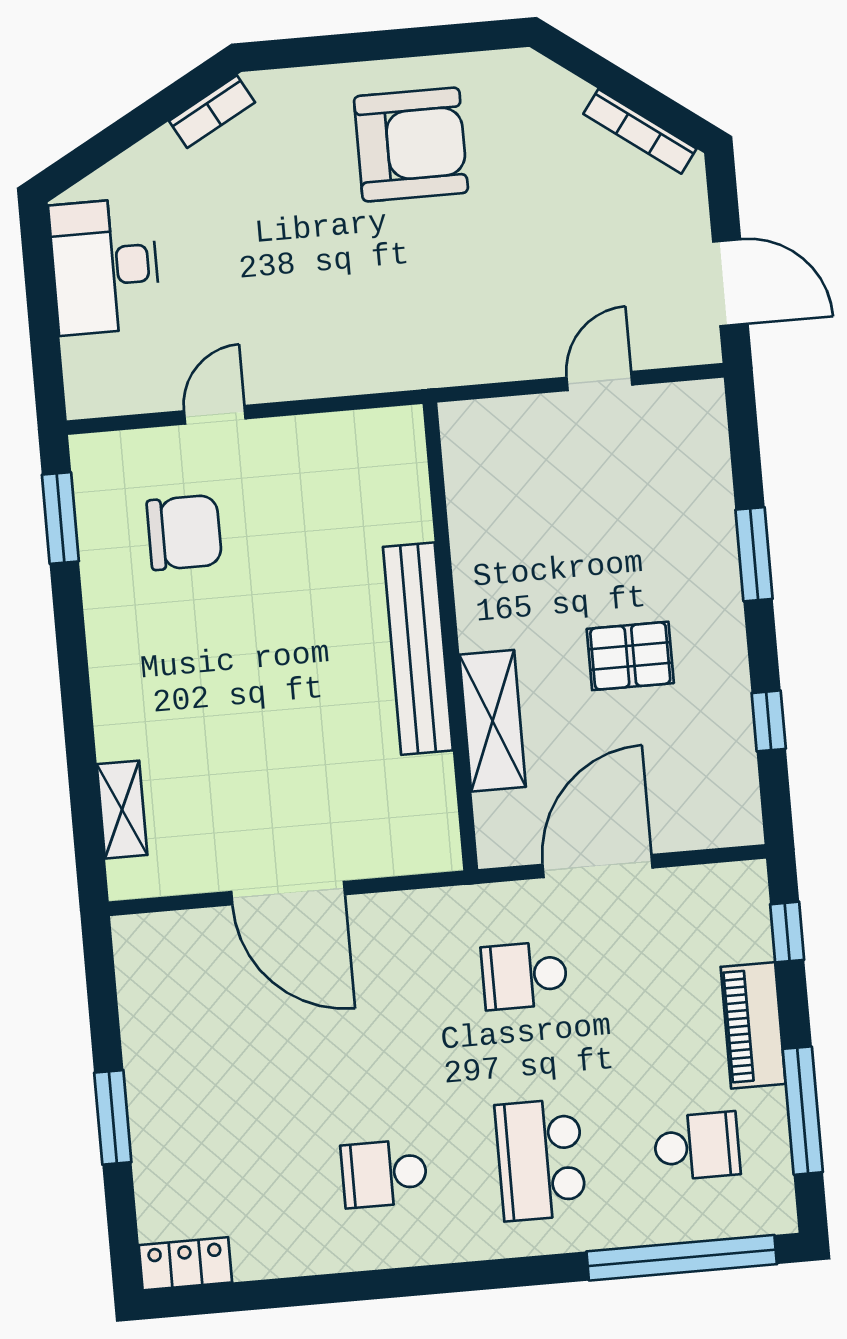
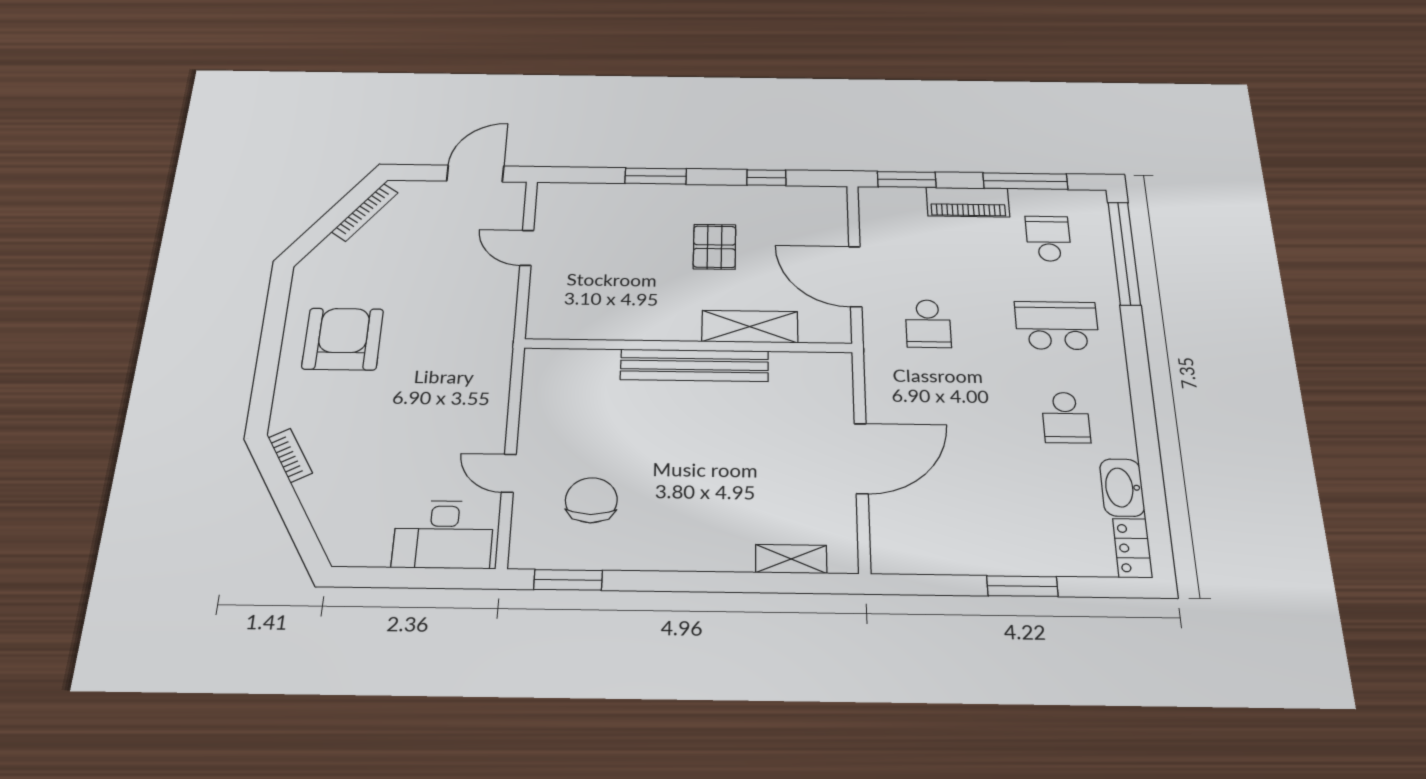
desk: (105, 266) -> (443, 534), moved
window: (787, 932) -> (907, 179), width x1.50
school desk: (541, 1160) -> (1057, 325), turned 180
washbasin: (279, 1251) -> (1122, 488), added

